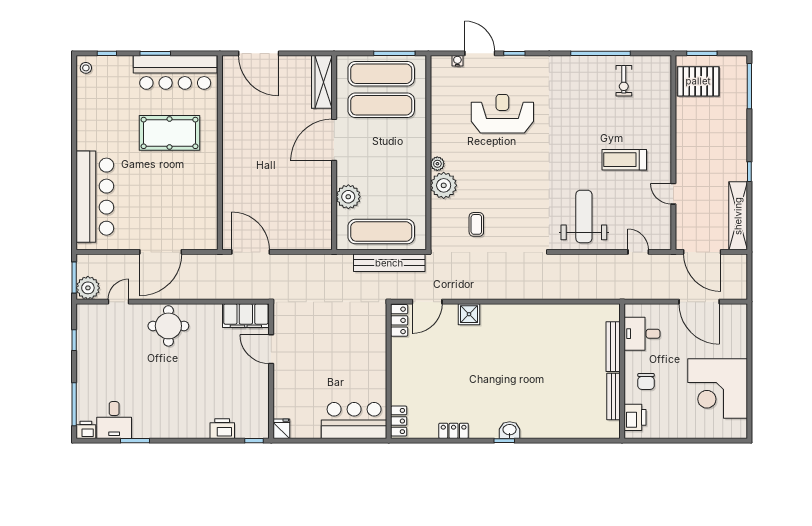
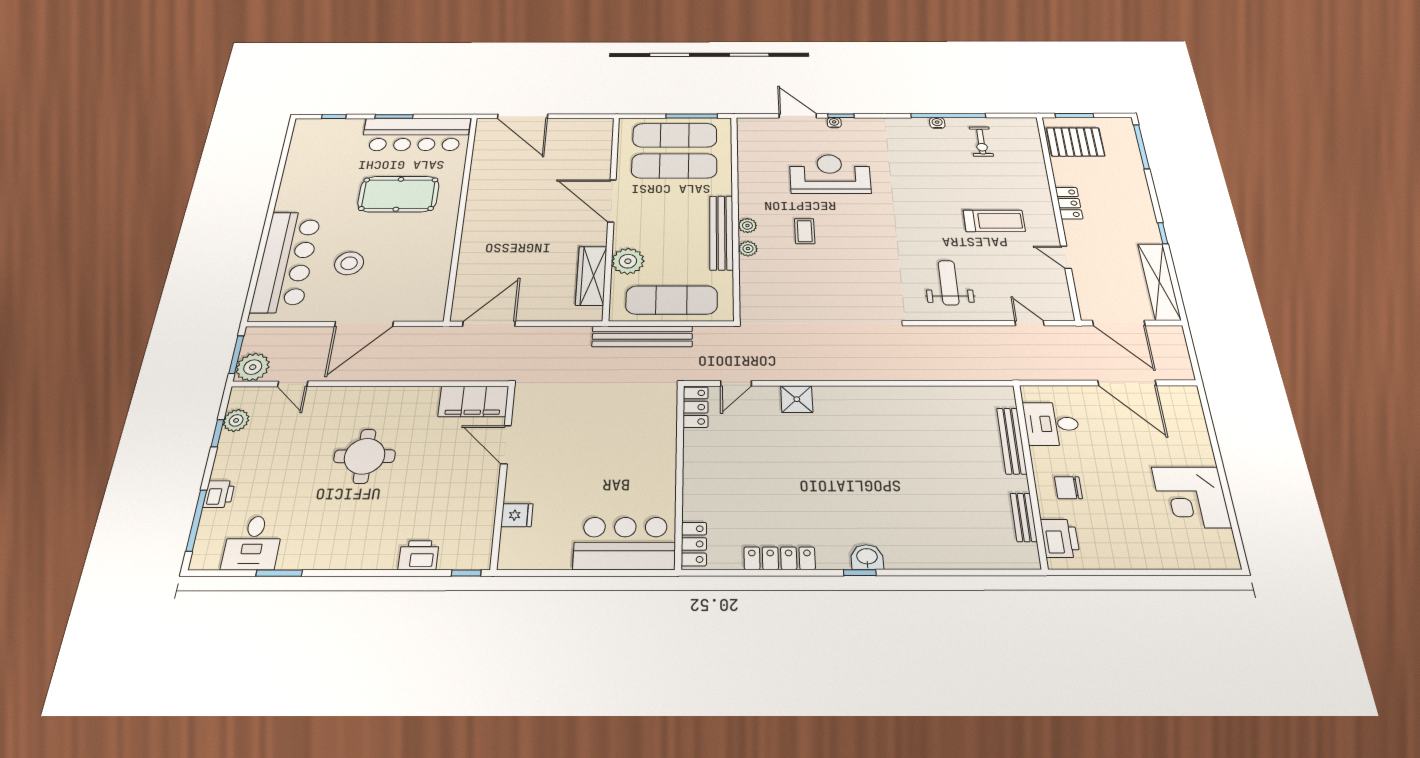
water cooler: (457, 61) -> (834, 123), moved
water cooler: (591, 61) -> (937, 123), added
stool: (86, 68) -> (349, 263), moved, width x1.89, depth x1.89
wardrobe: (322, 82) -> (591, 276), moved
door: (334, 140) -> (612, 201), hinge flipped
locker: (684, 143) -> (1069, 203), added
treadmill: (624, 160) -> (994, 221), turned 180
bench: (418, 170) -> (721, 233), added
plant: (444, 185) -> (748, 249), width x0.53, depth x0.53
weight bench: (584, 216) -> (949, 283), width x0.73, depth x0.75
coffee table: (476, 224) -> (805, 231), moved
door: (251, 252) -> (489, 324), hinge flipped
bench: (389, 263) -> (642, 336), moved
door: (118, 302) -> (293, 384), swing flipped
door: (427, 302) -> (736, 383), width x0.73
round table: (168, 326) -> (365, 456), moved
plant: (85, 330) -> (236, 420), added
chair: (646, 381) -> (1068, 488), turned 90
corner desk: (718, 388) -> (1191, 497), width x0.74, depth x0.74
bench: (614, 396) -> (1024, 517), width x0.73
fridge: (281, 429) -> (517, 515), moved, turned 90
printer: (86, 430) -> (219, 494), moved, turned 90
locker: (454, 431) -> (780, 558), width x1.53

